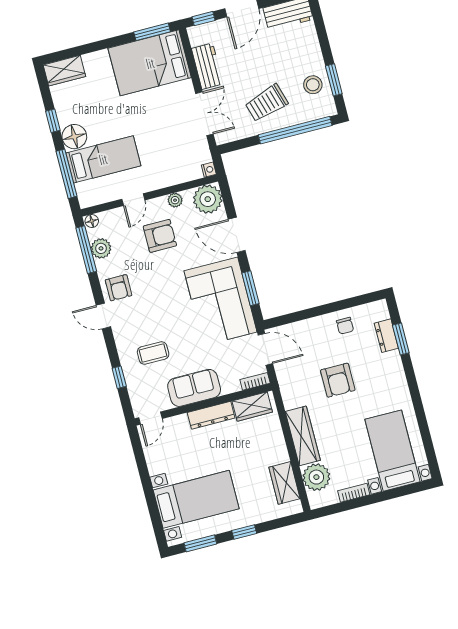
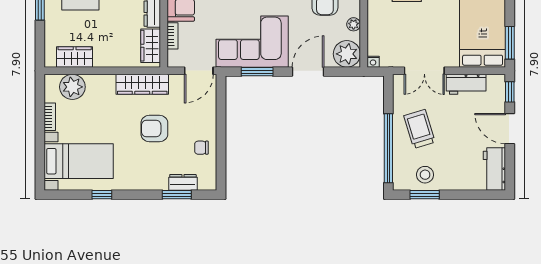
bookcase: (255, 381) -> (172, 36), moved
window: (421, 417) -> (102, 195), added
wardrobe: (303, 436) -> (142, 84), moved

